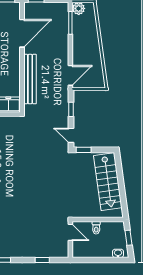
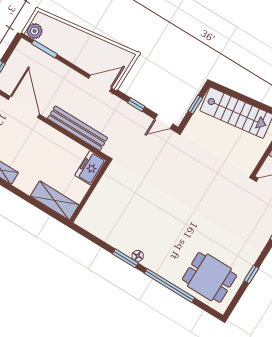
door: (70, 75) -> (100, 83), hinge flipped
window: (84, 150) -> (195, 105), moved

